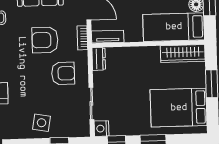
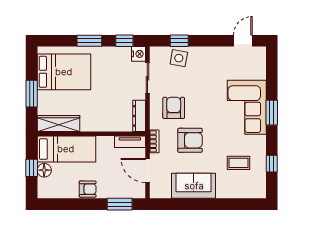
dresser: (99, 59) -> (139, 116), width x1.44
armchair: (63, 73) -> (174, 108), turned 90
side table: (42, 123) -> (179, 58), moved

